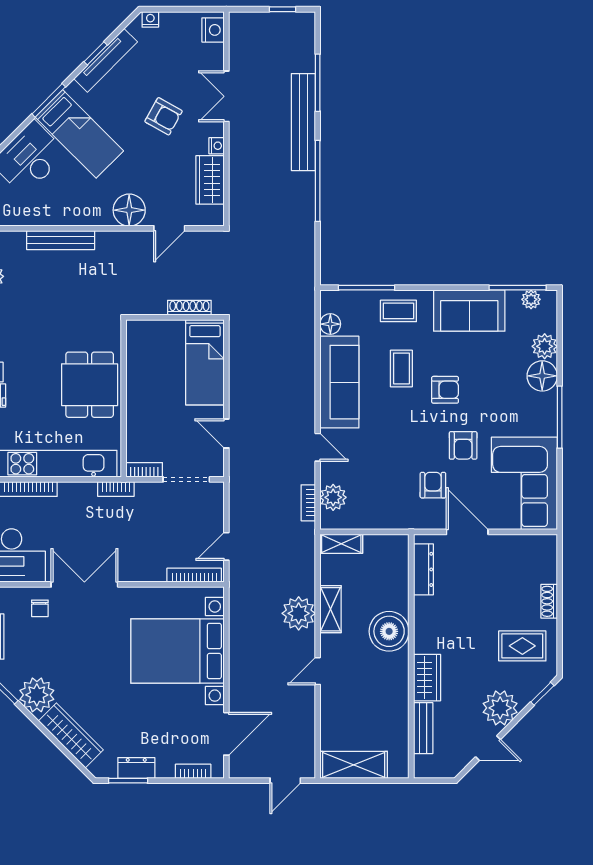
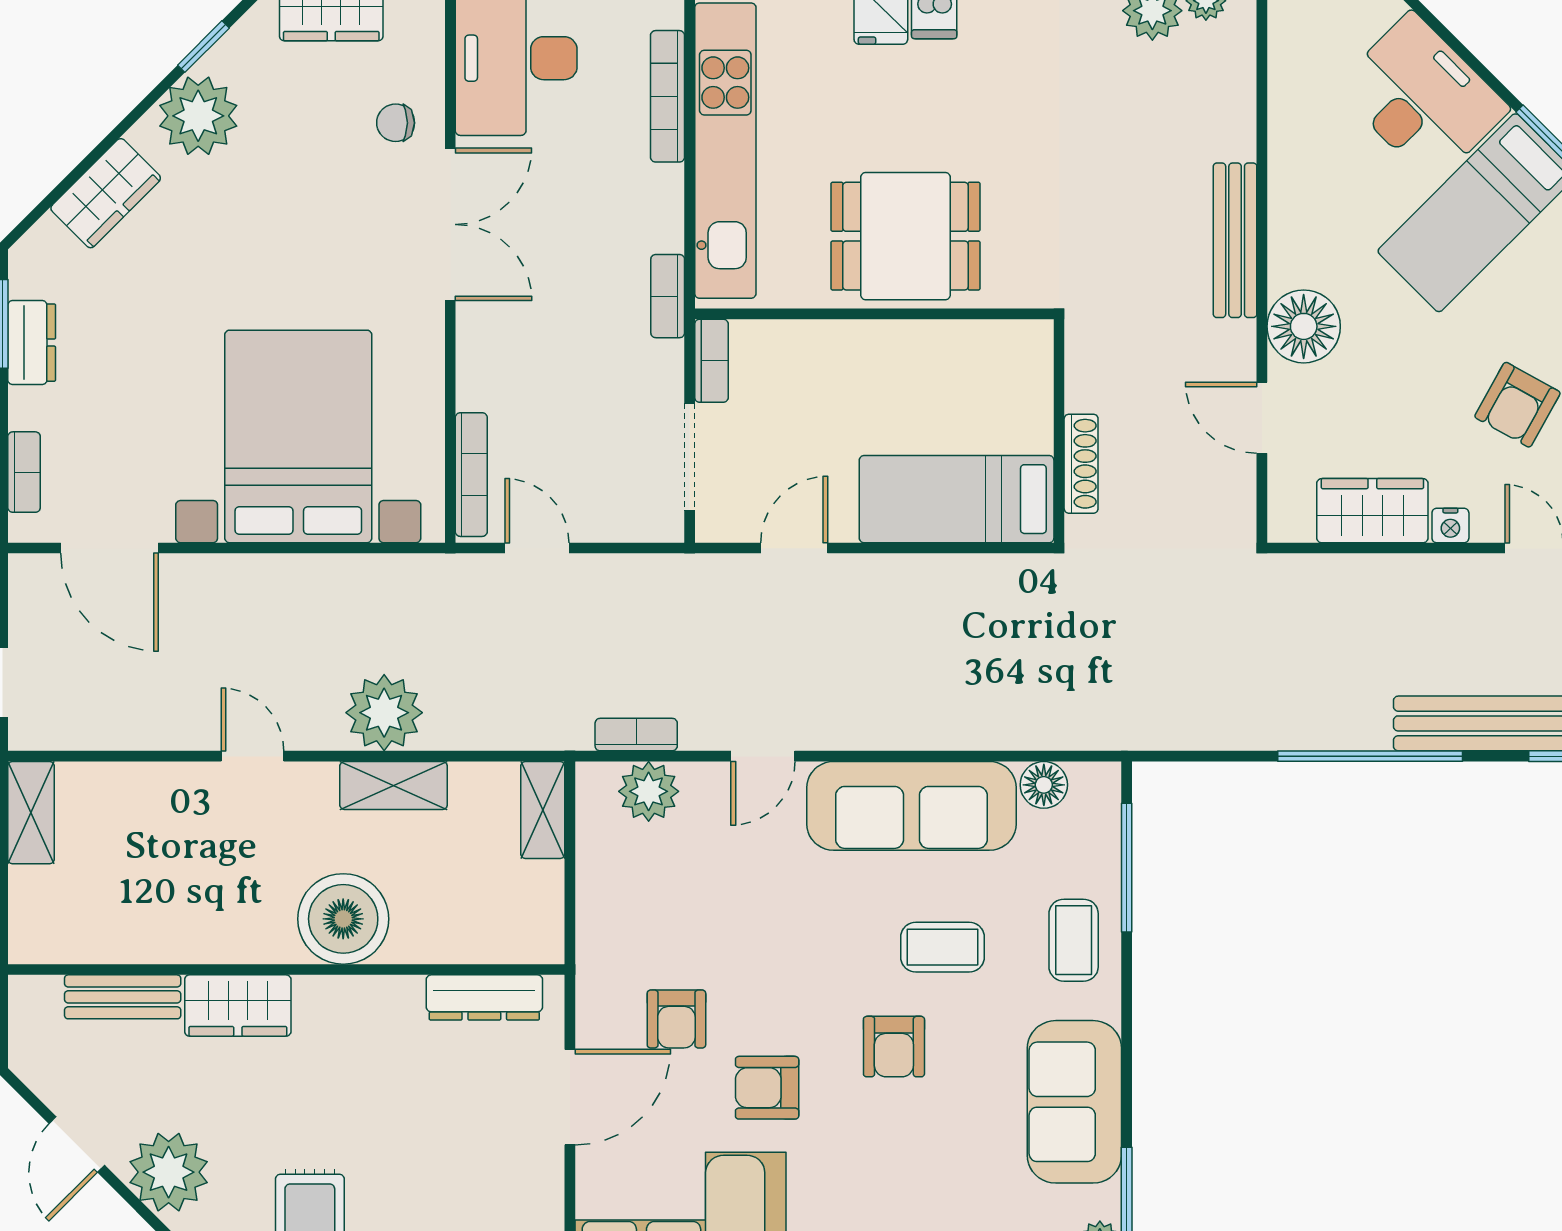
bench: (61, 240) -> (1235, 240), moved
armchair: (433, 485) -> (676, 1019), turned 90
wardrobe: (71, 735) -> (106, 193), width x0.67
shelving: (354, 765) -> (31, 813), width x0.67, depth x0.75

